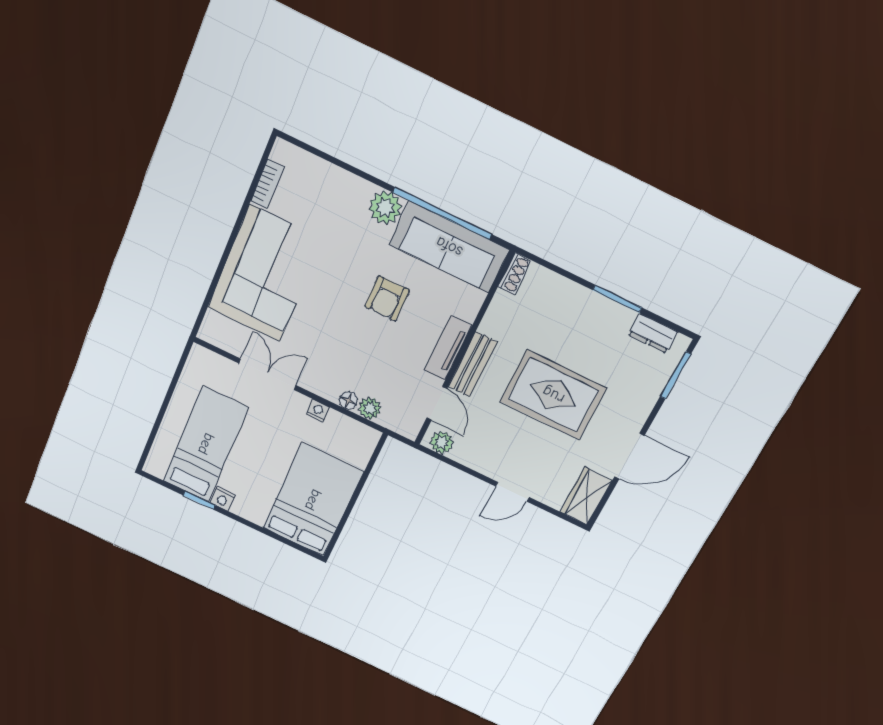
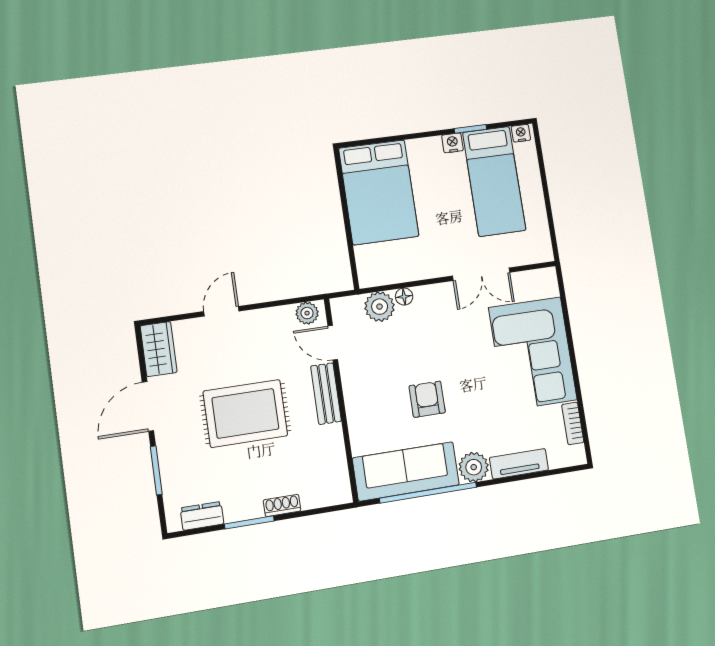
shoe rack: (515, 274) -> (282, 505), moved, turned 90
tv unit: (448, 348) -> (519, 464), moved, turned -90
window: (675, 375) -> (156, 470), moved
plant: (370, 408) -> (380, 307), width x1.38, depth x1.38
nightstand: (318, 411) -> (521, 133), moved, turned 180

